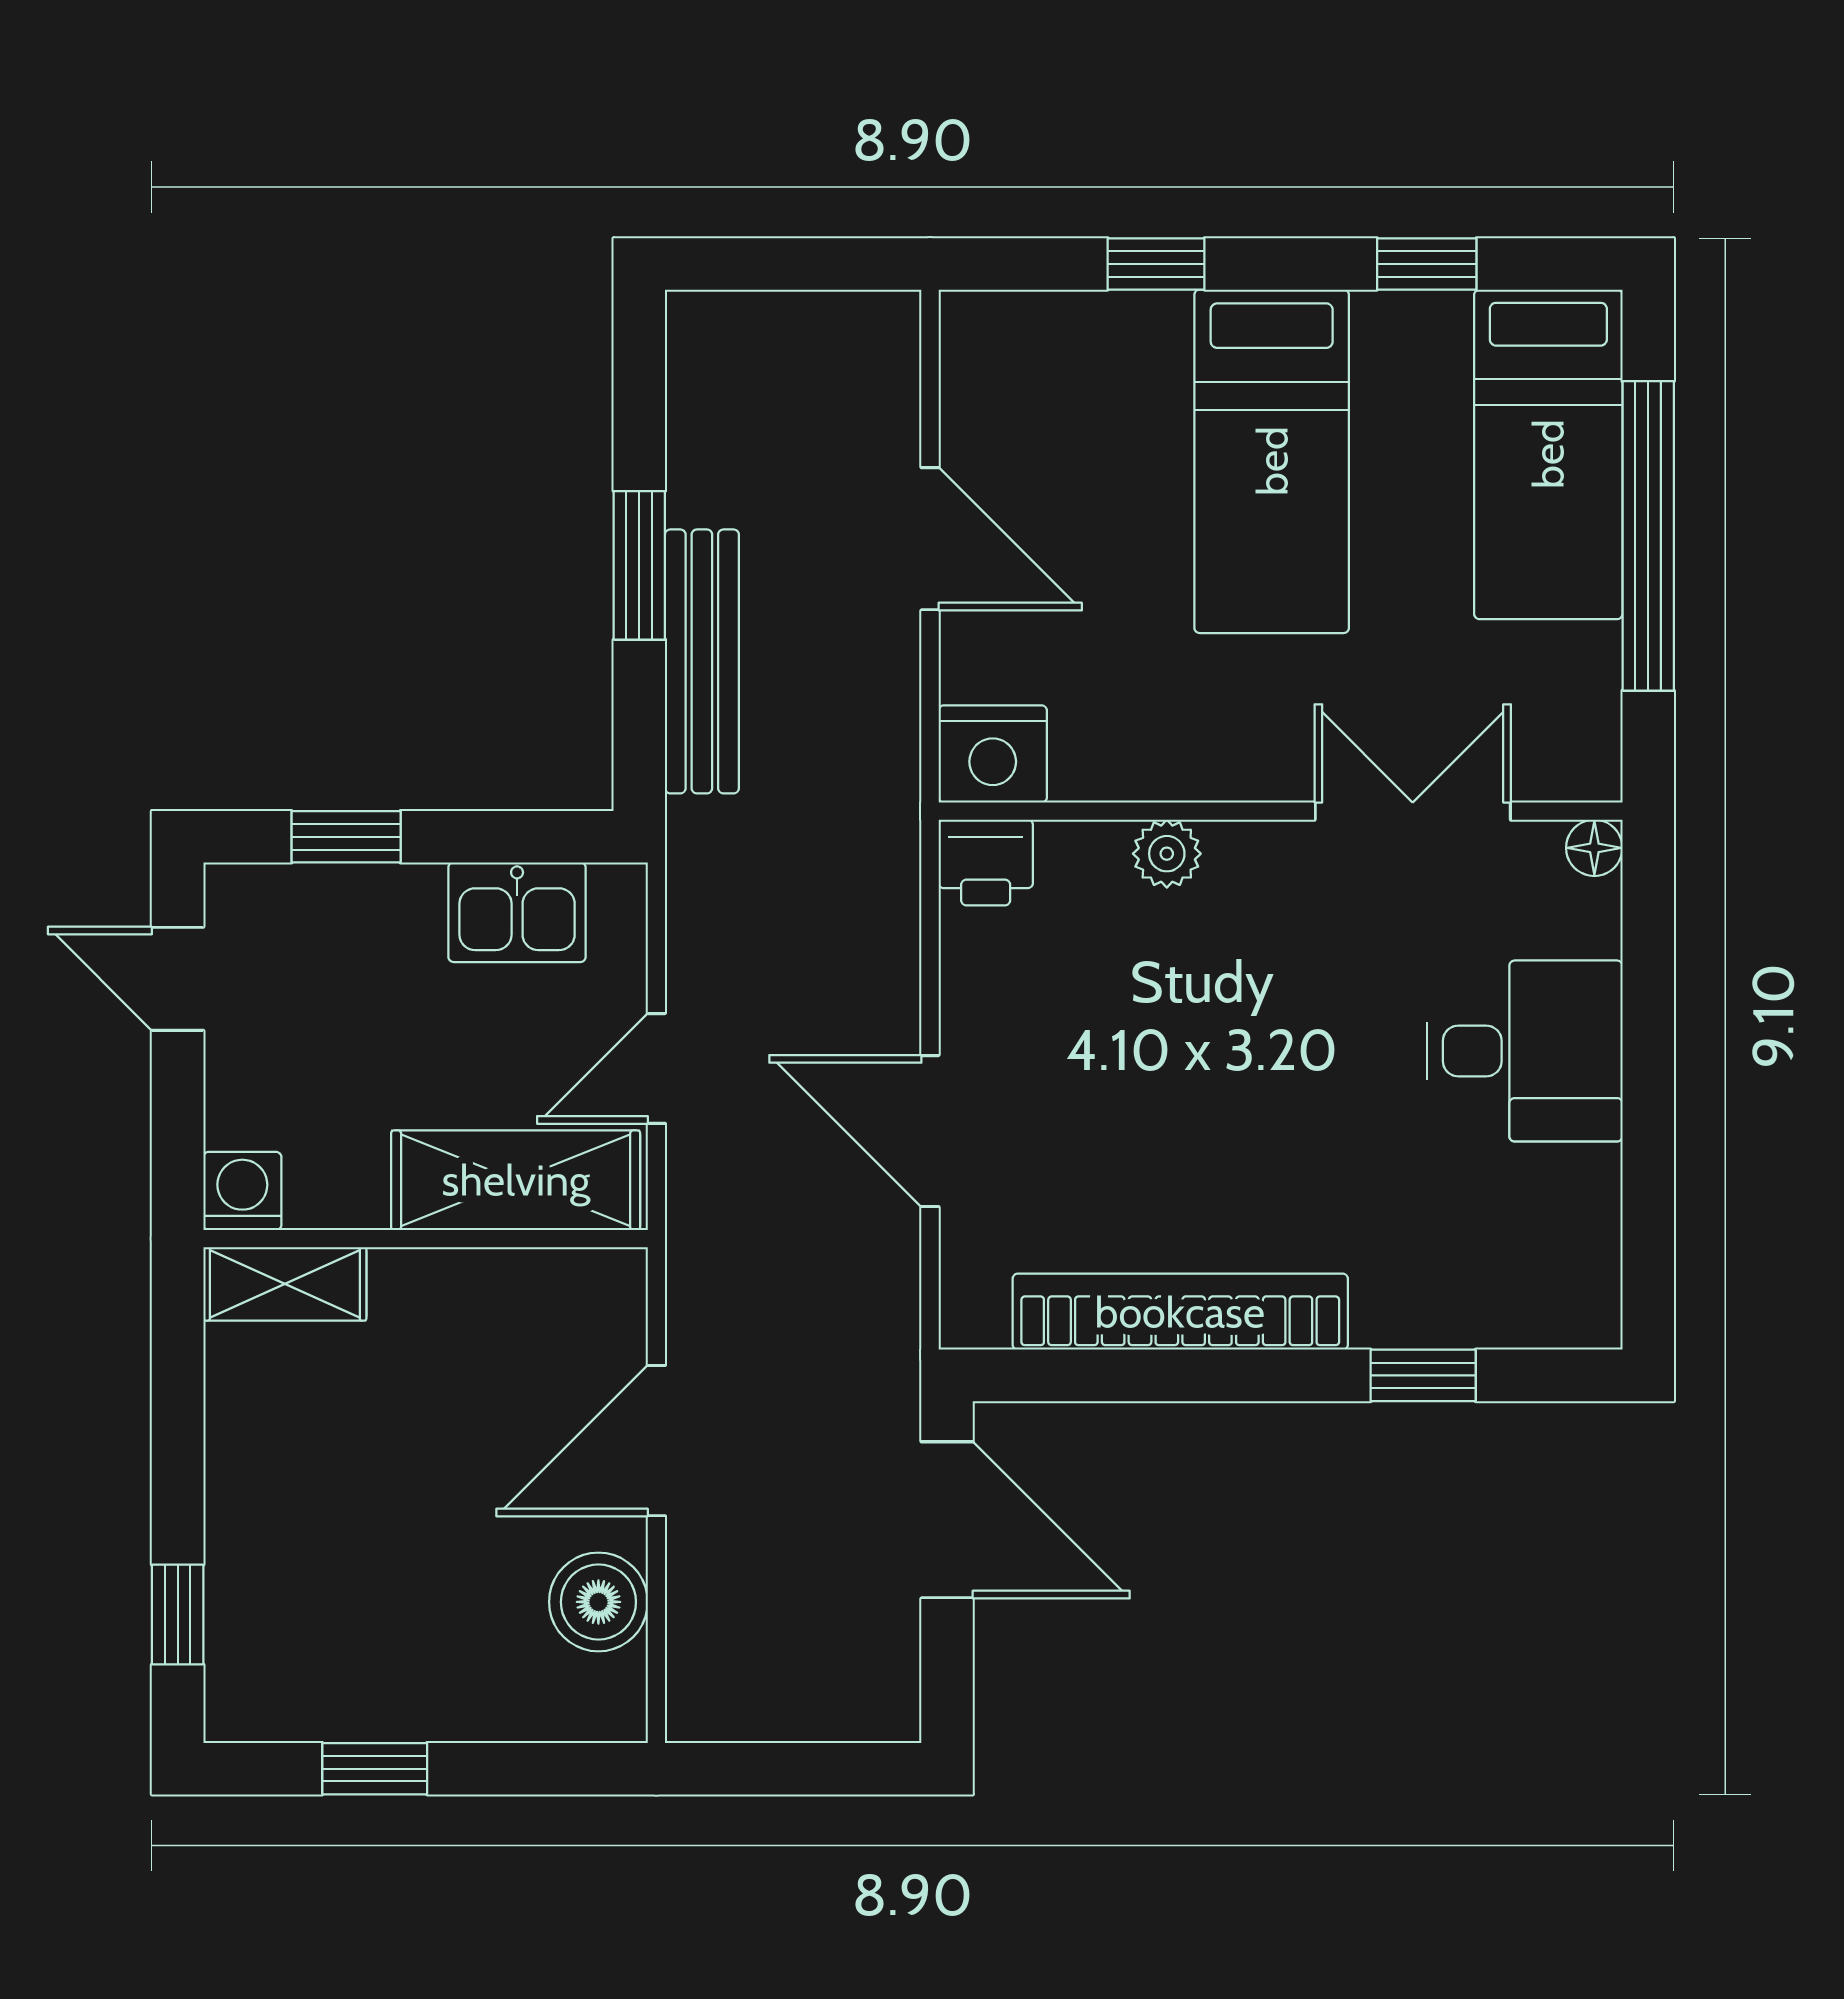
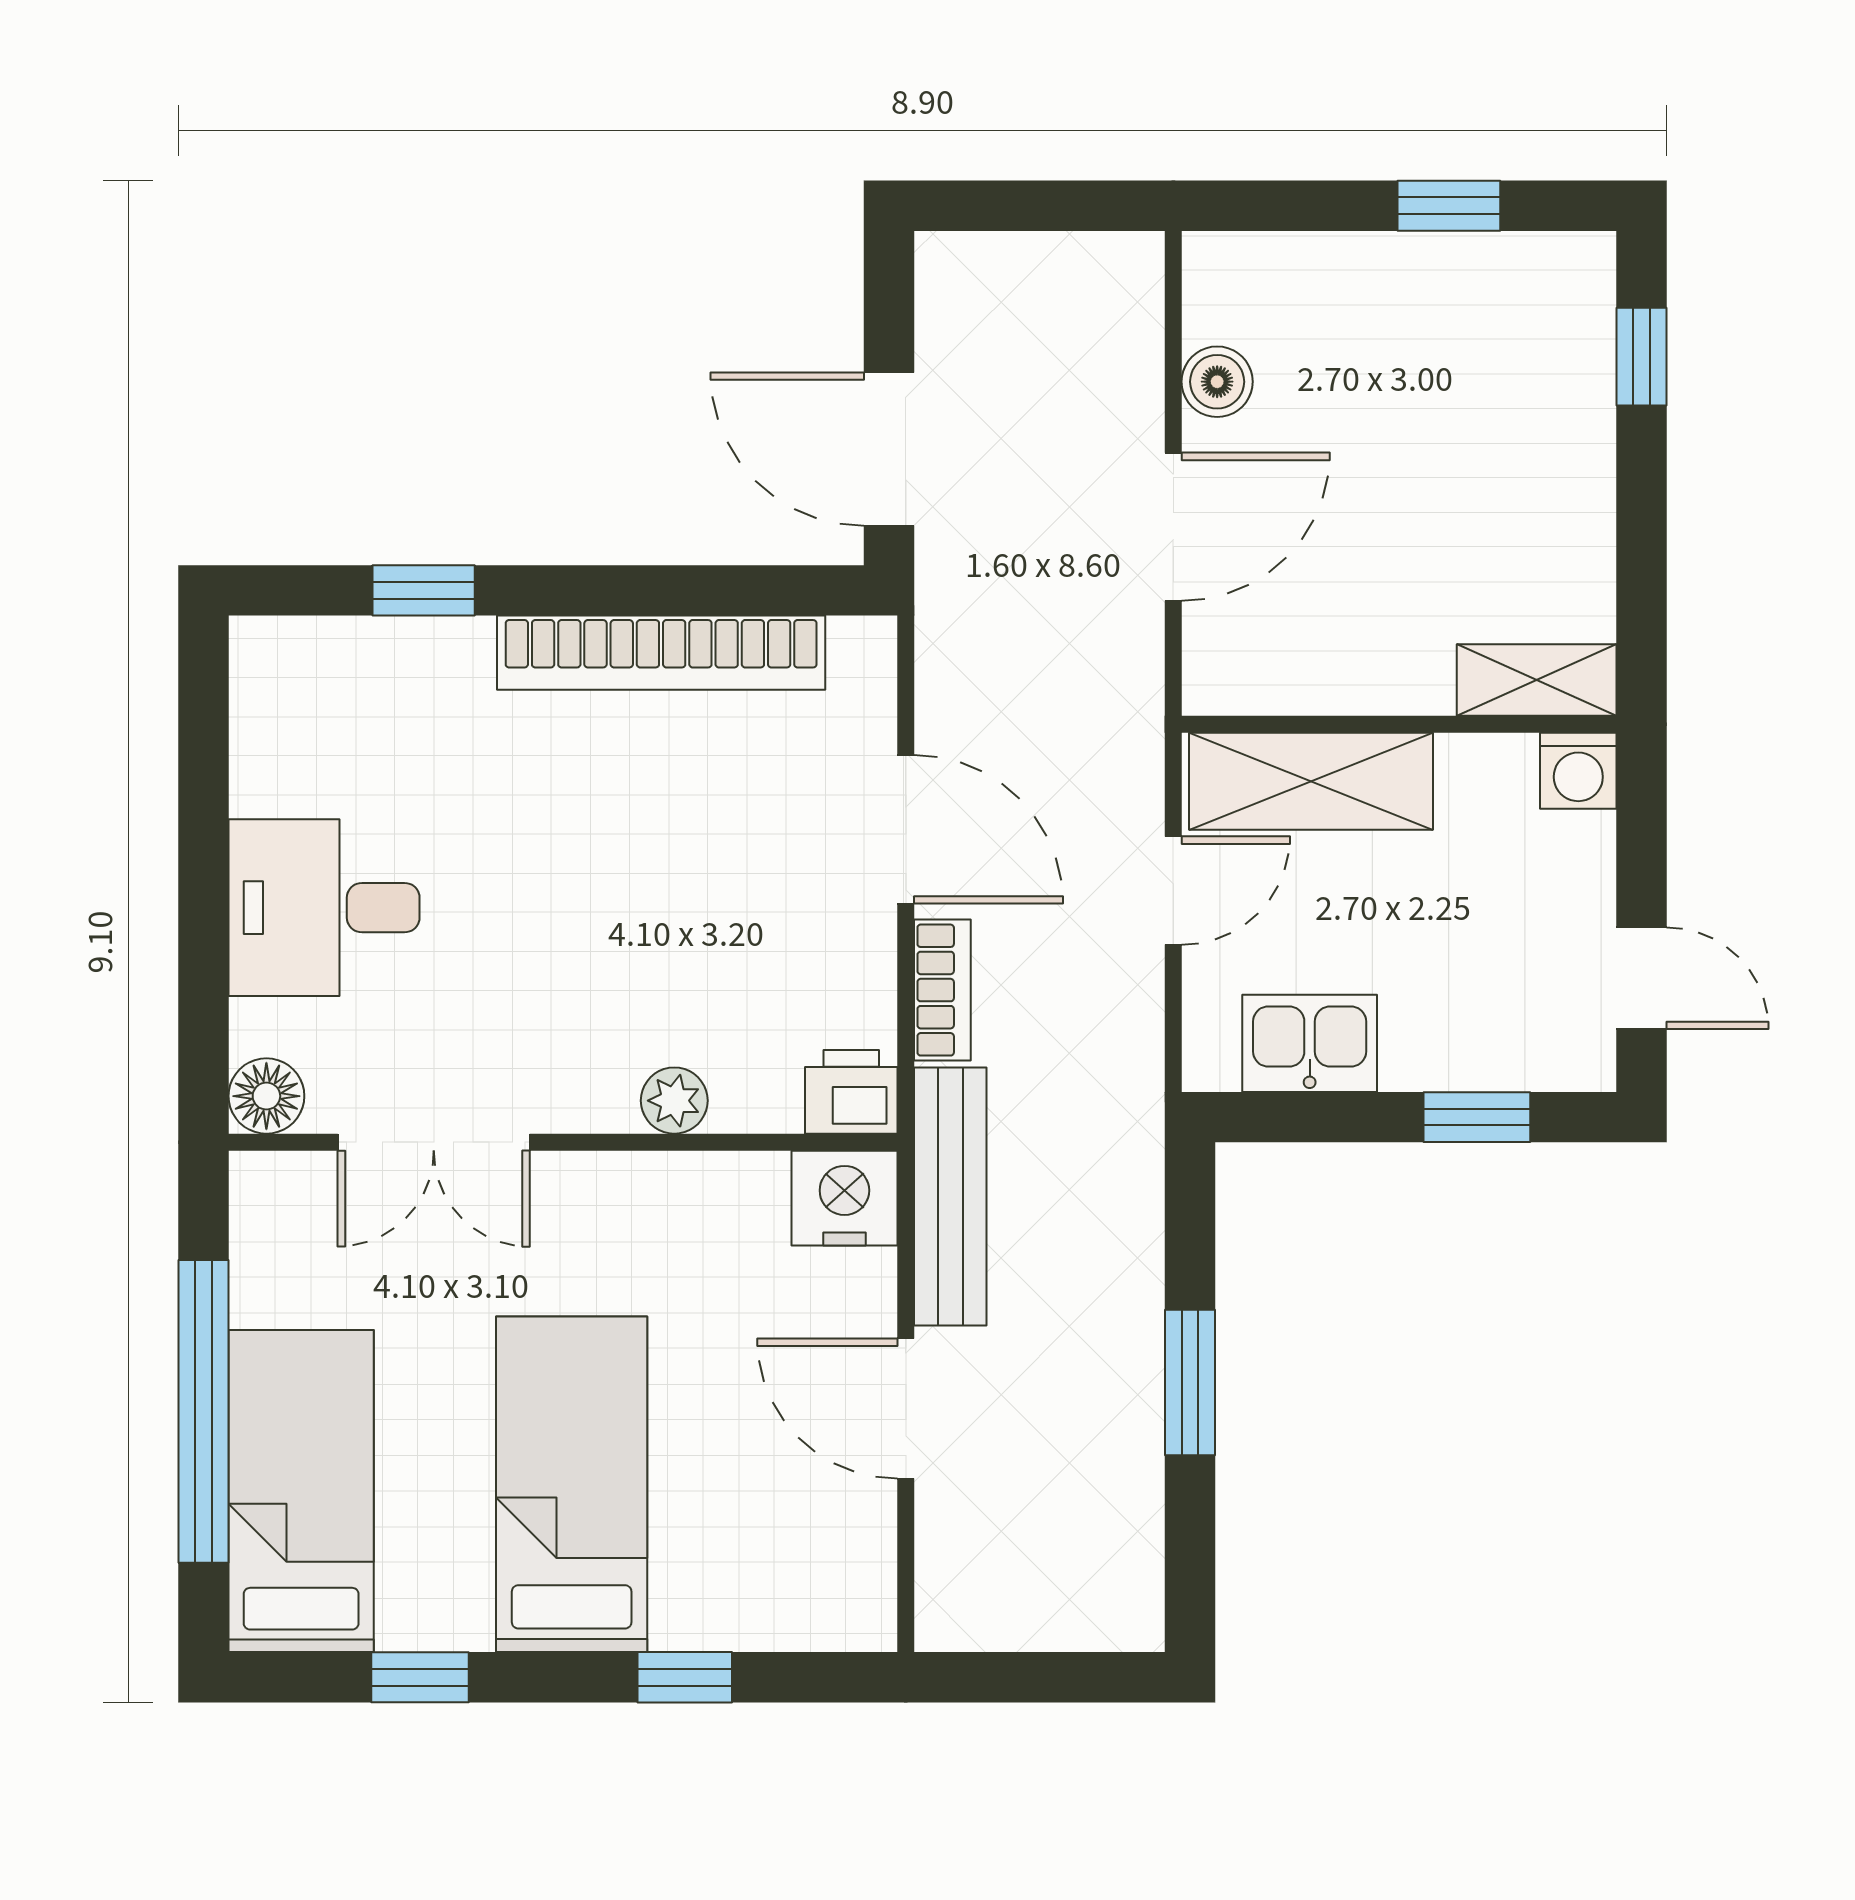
bench: (702, 661) -> (950, 1196), moved
floor lamp: (1594, 848) -> (266, 1096), width x1.37, depth x1.37
bookcase: (893, 967) -> (942, 990), added
boiler: (598, 1602) -> (1217, 382), width x0.73, depth x0.73

